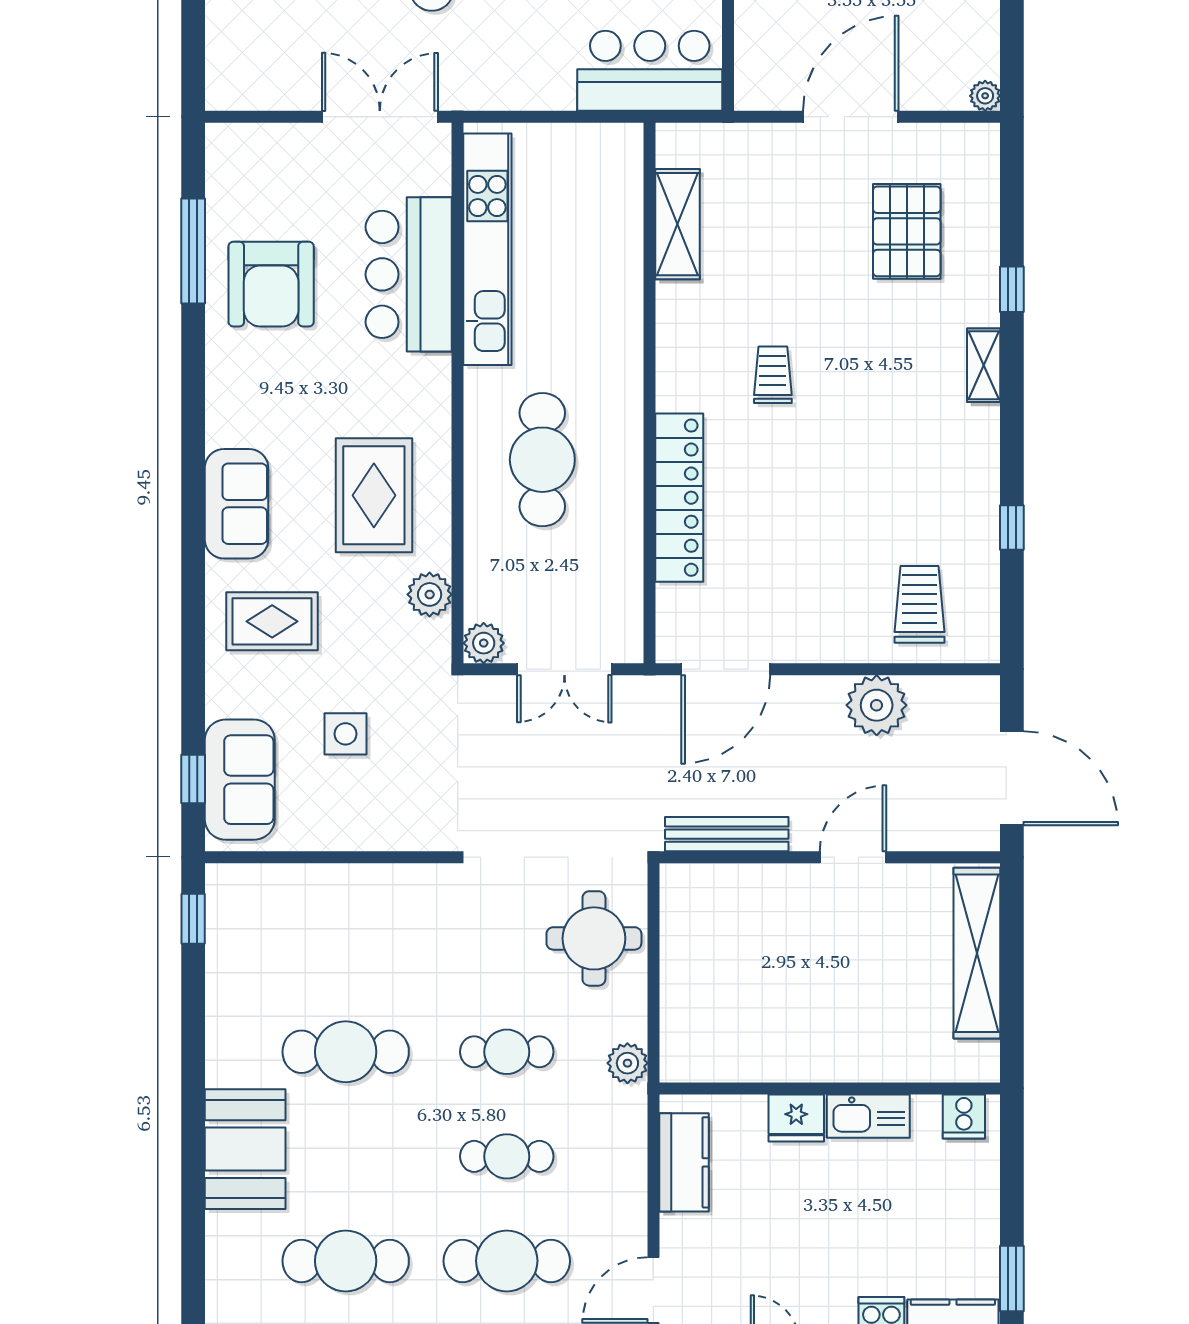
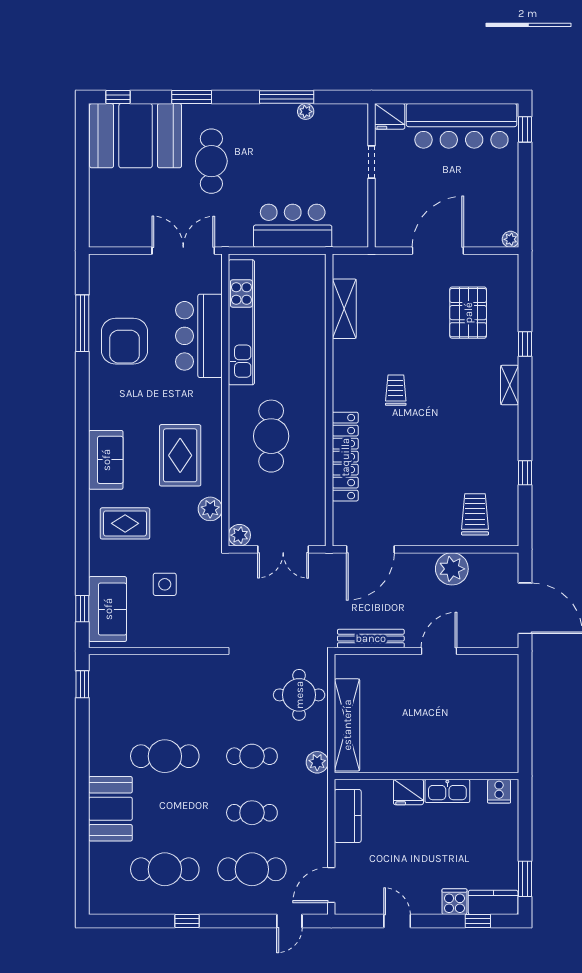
bar counter: (650, 71) -> (293, 226), moved
shelving: (977, 953) -> (347, 725), moved

